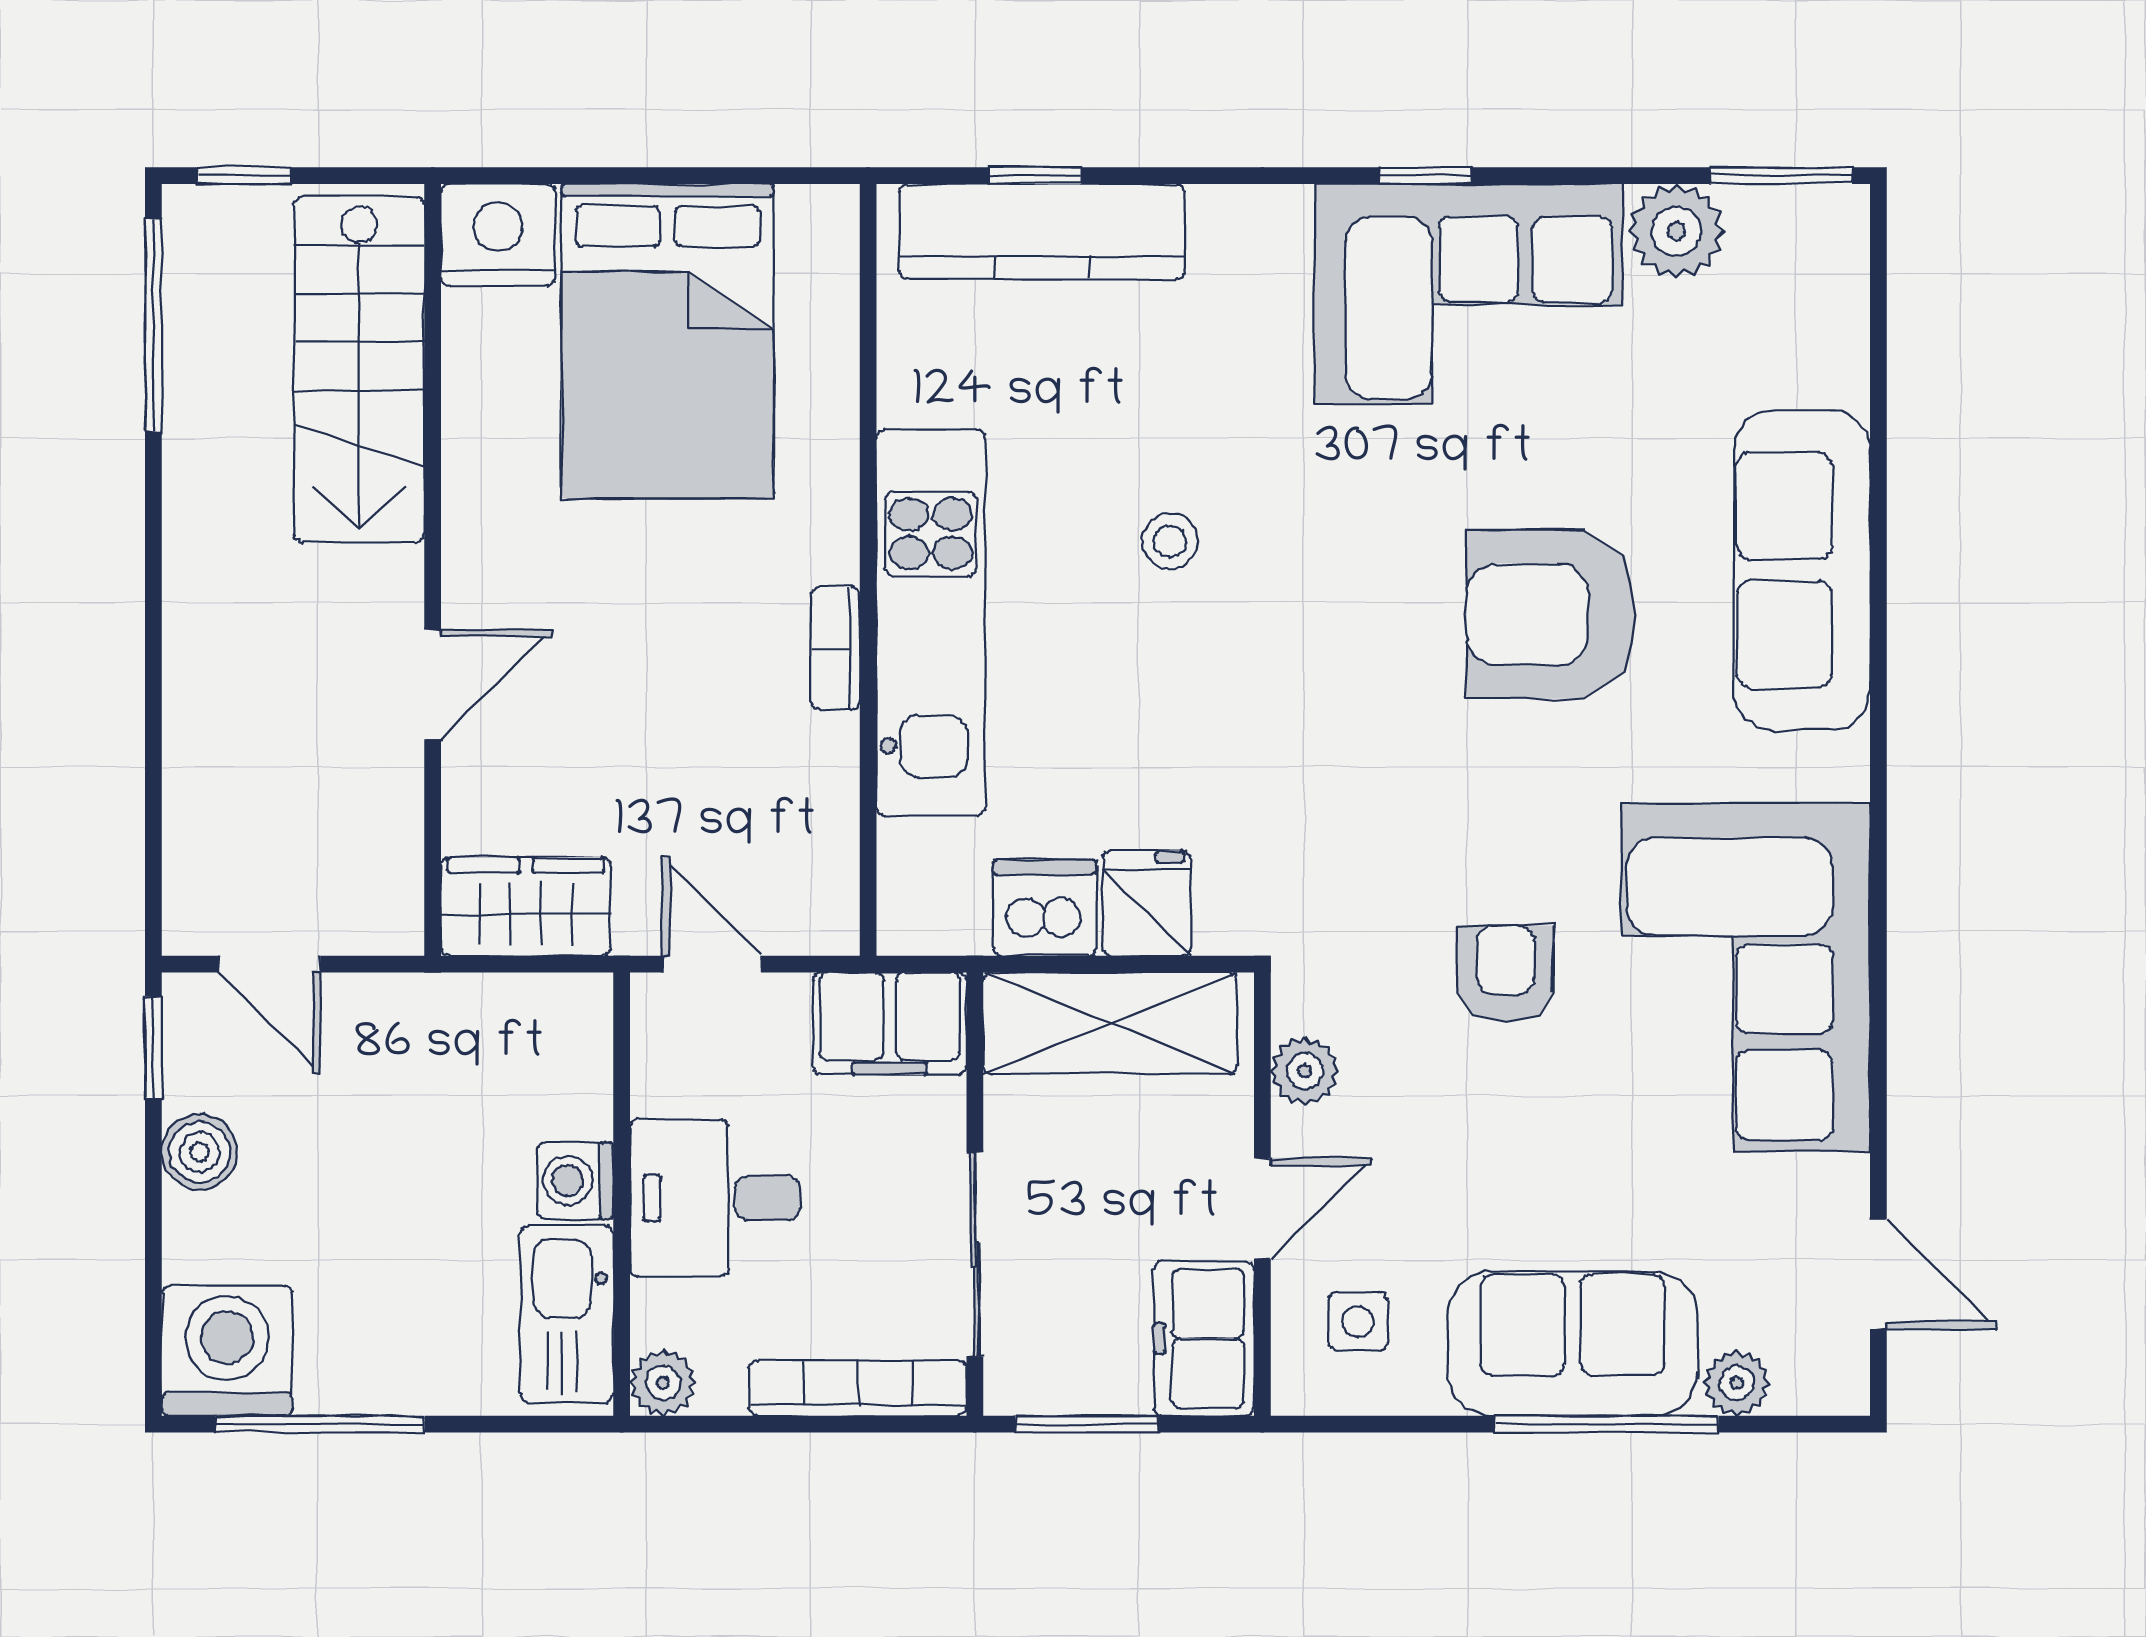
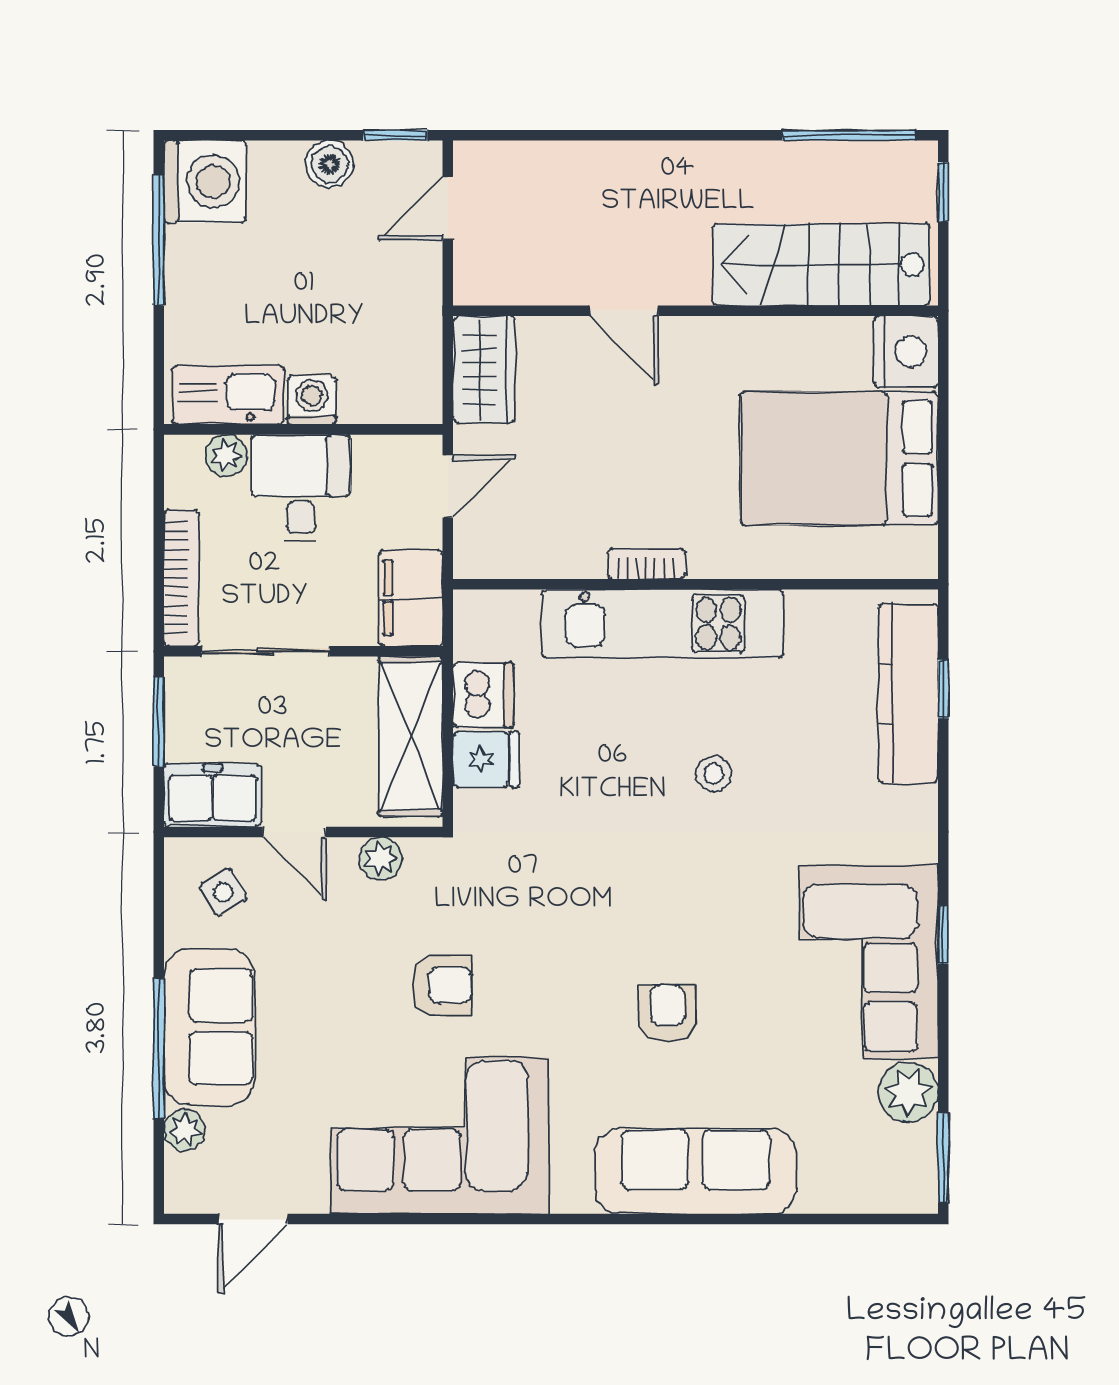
armchair: (1551, 614) -> (668, 1013), width x0.53, depth x0.53
side table: (1358, 1321) -> (223, 892), turned -31
plant: (663, 1383) -> (226, 455), moved

